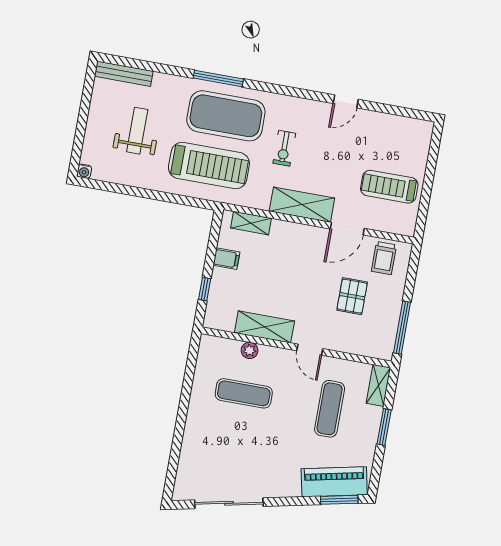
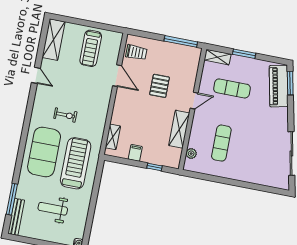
window: (218, 78) -> (12, 199), moved
shelving: (302, 205) -> (54, 40), moved
pallet: (352, 296) -> (160, 86), moved, turned 90
plant: (250, 350) -> (191, 154), moved

